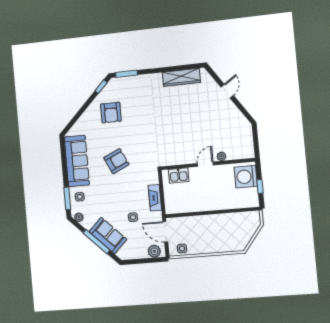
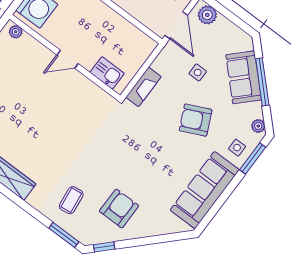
coffee table: (138, 95) -> (71, 200), added
plant: (221, 156) -> (16, 32), moved
armchair: (116, 161) -> (196, 120), moved
fireplace: (155, 198) -> (143, 87), moved

